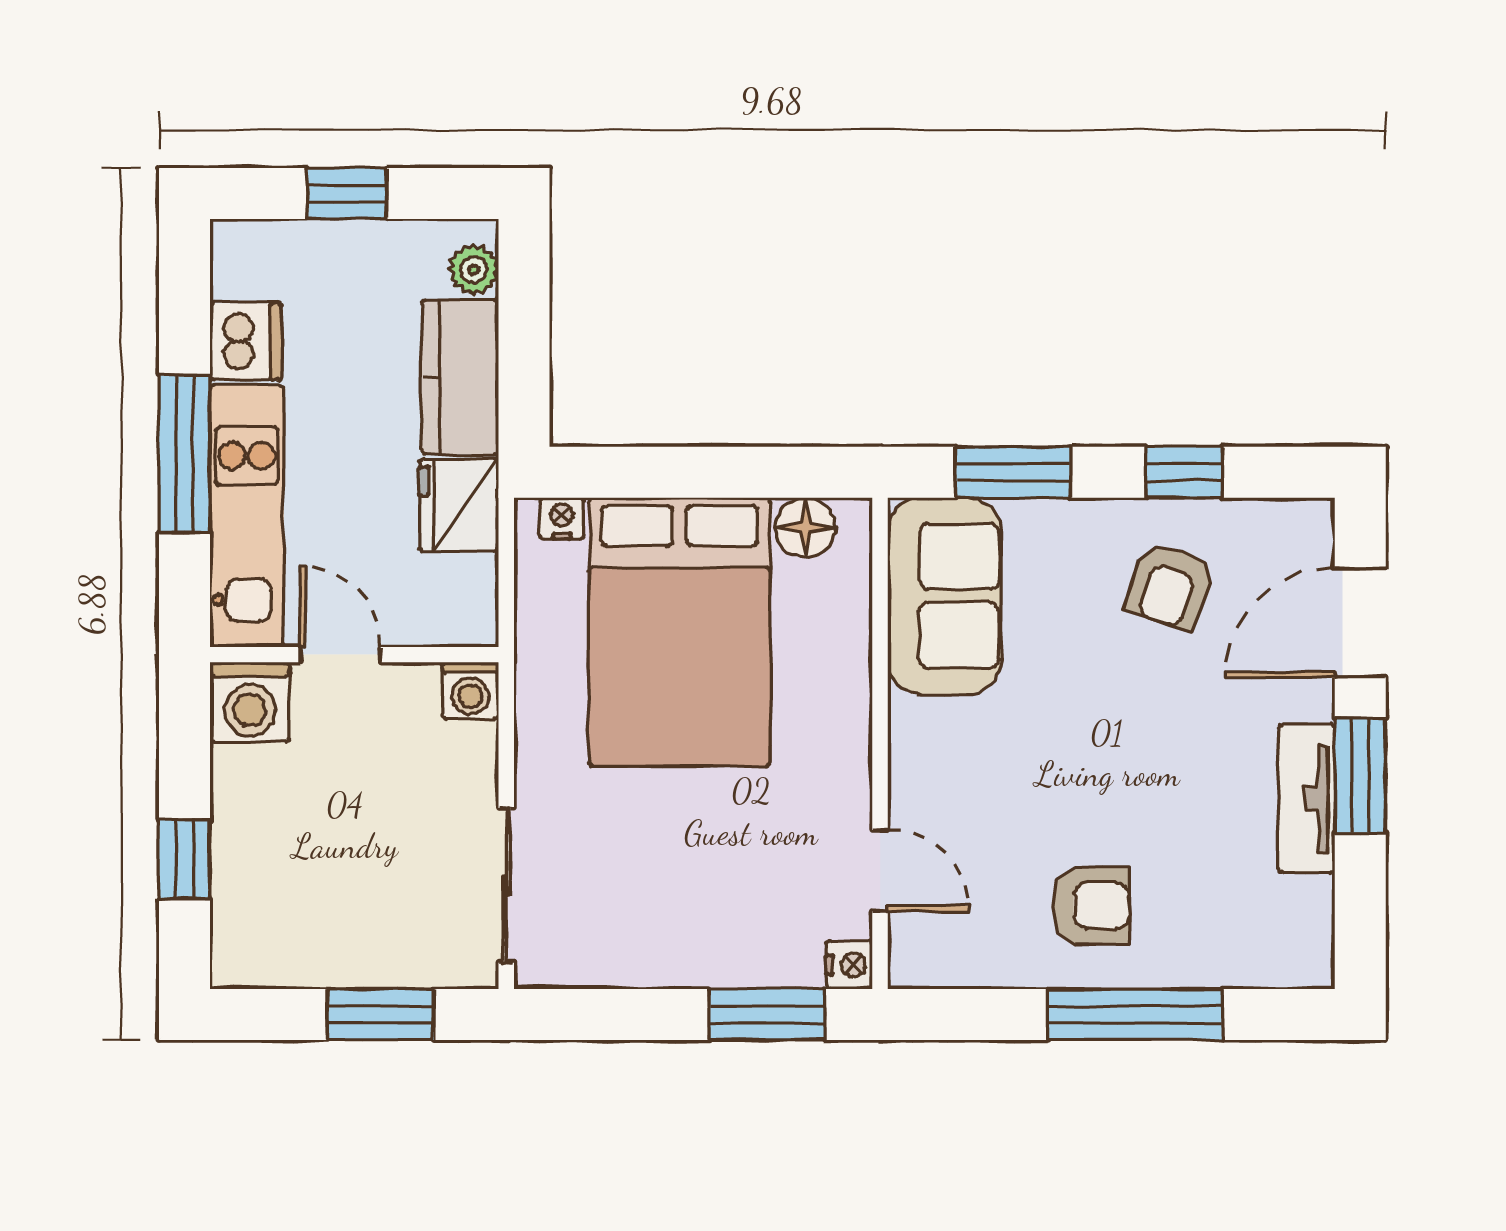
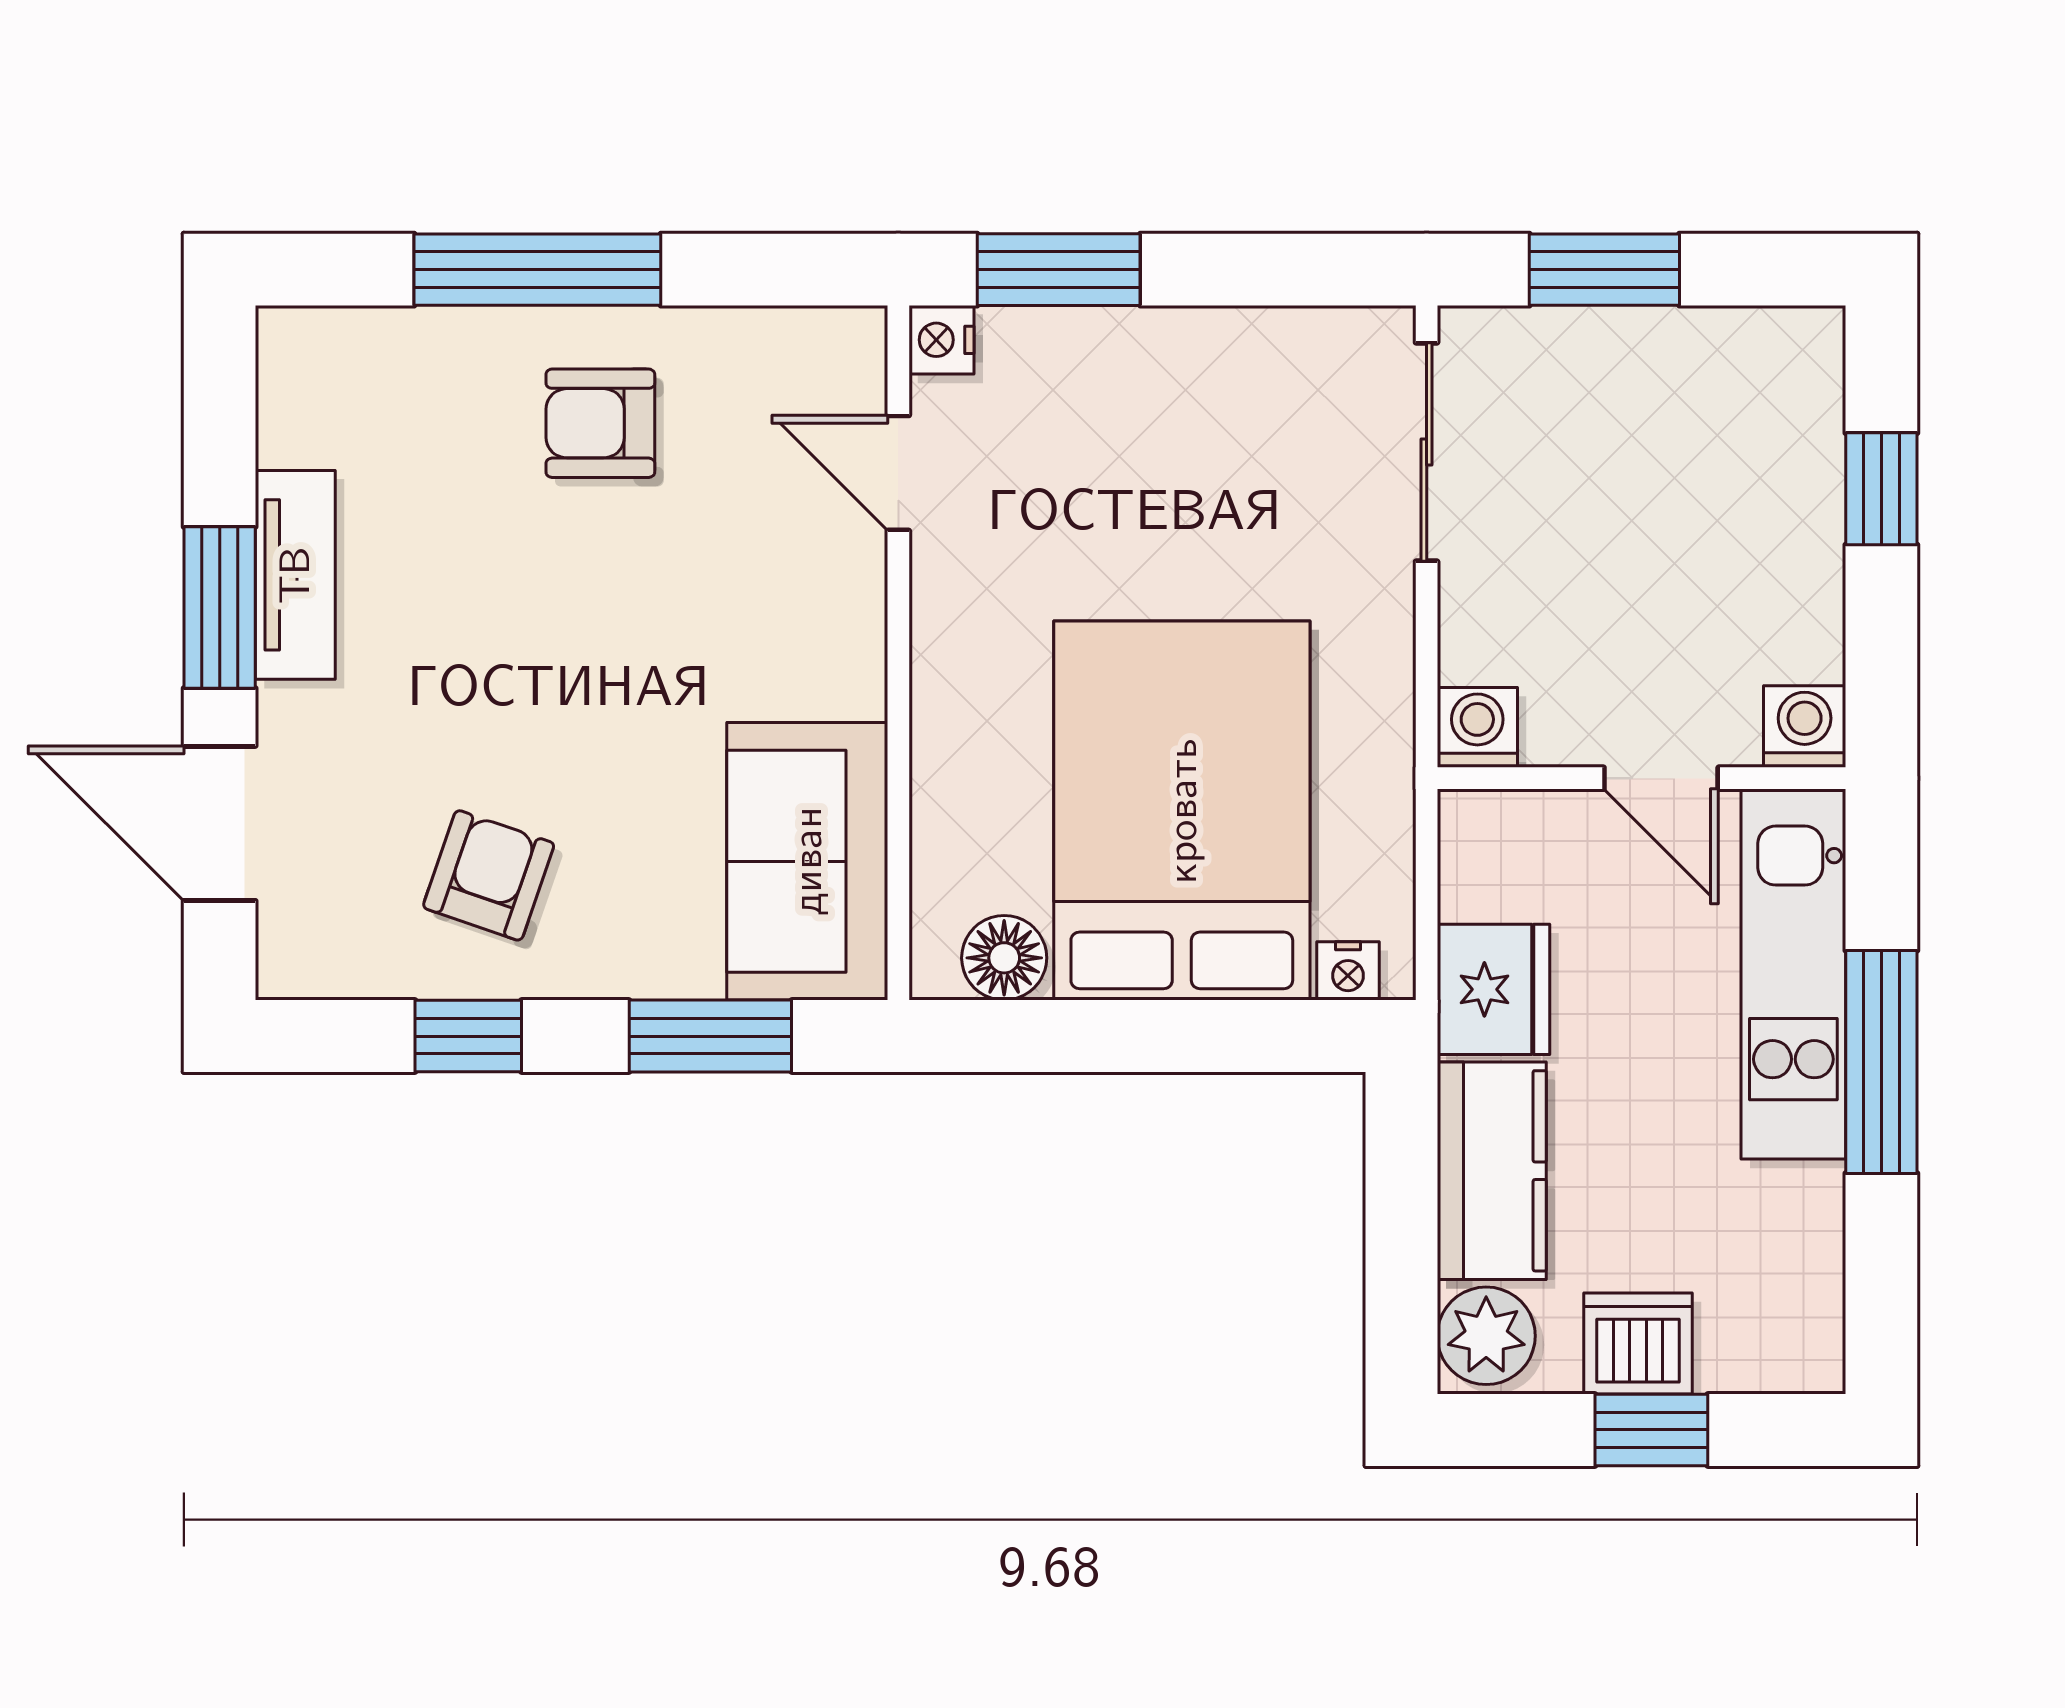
plant: (474, 270) -> (1486, 1336), width x1.38, depth x1.38
dishwasher: (246, 342) -> (1638, 1343), moved, turned 90
door: (1360, 623) -> (220, 823), swing flipped
washing machine: (250, 702) -> (1805, 726), width x0.73, depth x0.73

